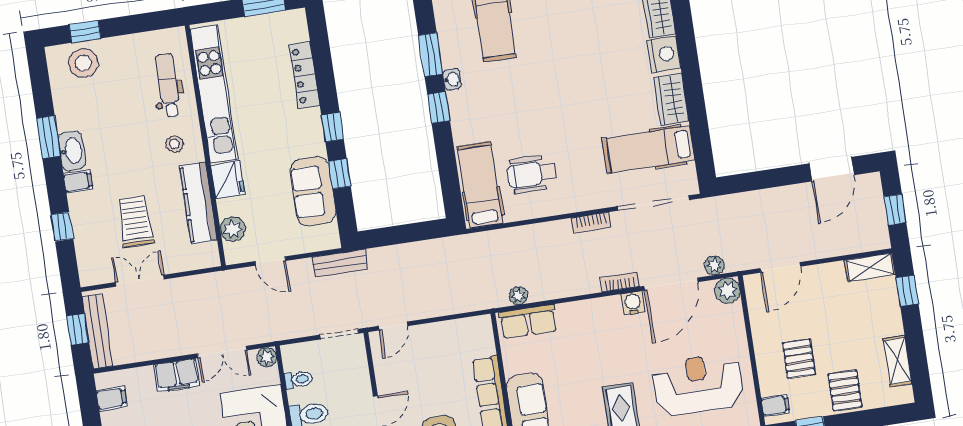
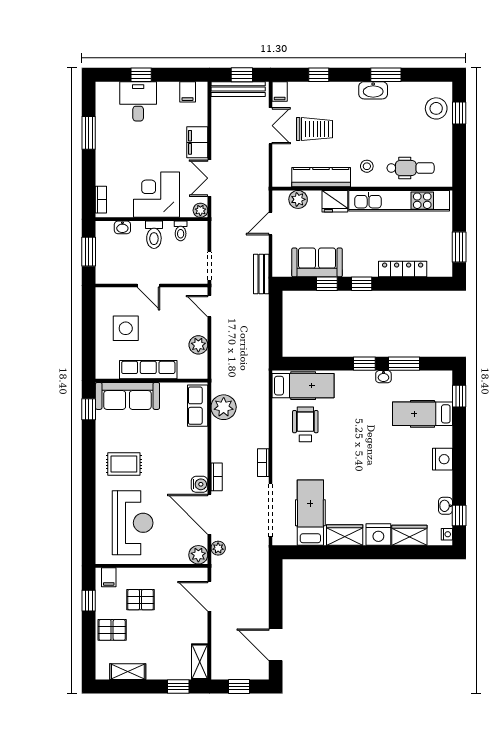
filing cabinet: (78, 182) -> (280, 91), moved
plant: (518, 296) -> (224, 407), width x1.87, depth x1.87
plant: (447, 333) -> (198, 345), added

